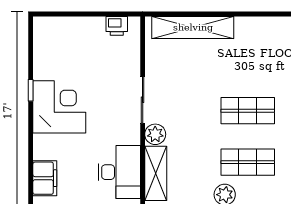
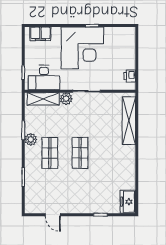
corner desk: (59, 107) -> (82, 48), width x1.36, depth x1.36

